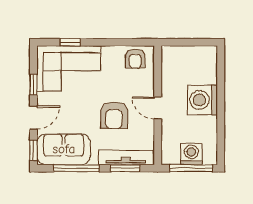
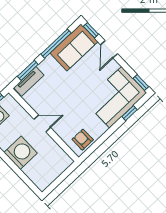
window: (33, 85) -> (141, 83), moved
armchair: (114, 115) -> (63, 95), removed
tv unit: (126, 157) -> (29, 81), width x0.71

